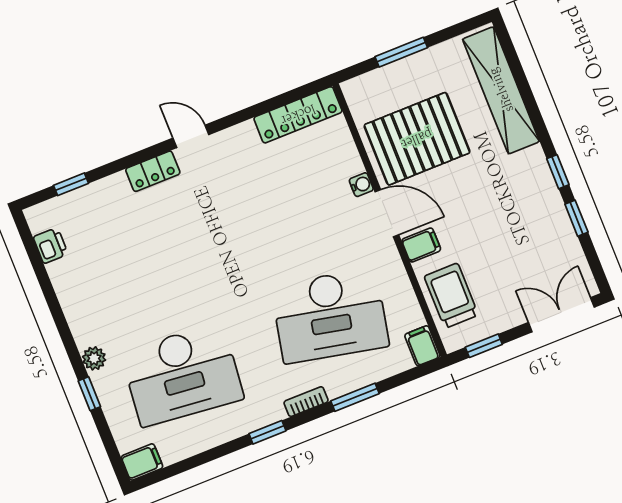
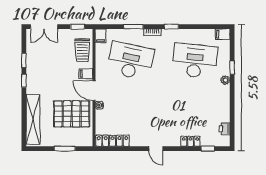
locker: (153, 171) -> (190, 141), moved

